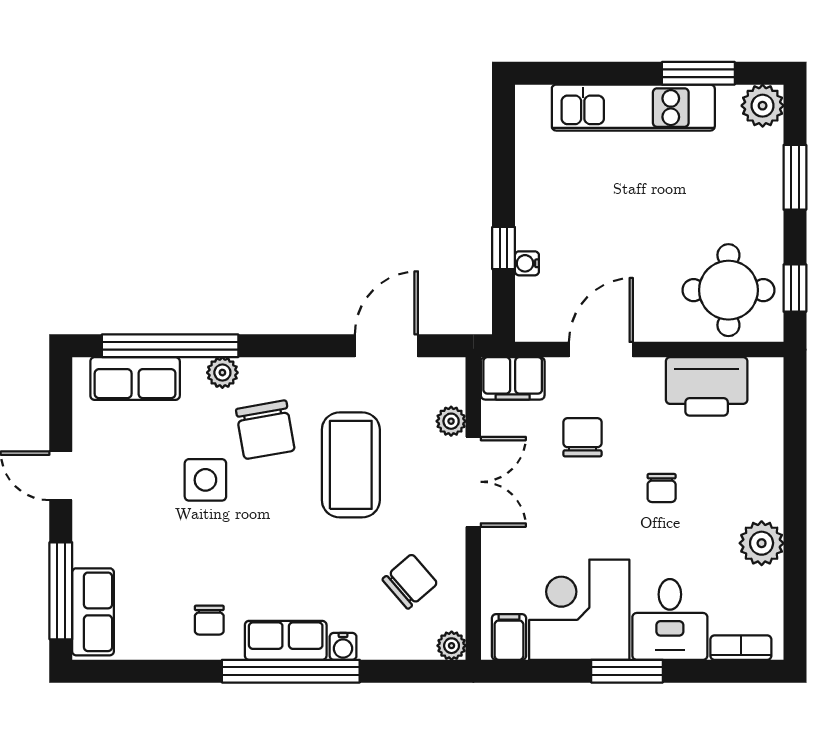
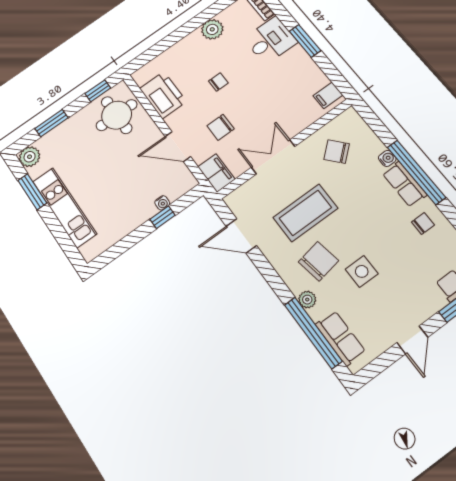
plant: (451, 421) -> (254, 185), removed
corner desk: (579, 610) -> (294, 77), removed
plant: (452, 646) -> (350, 115), removed

